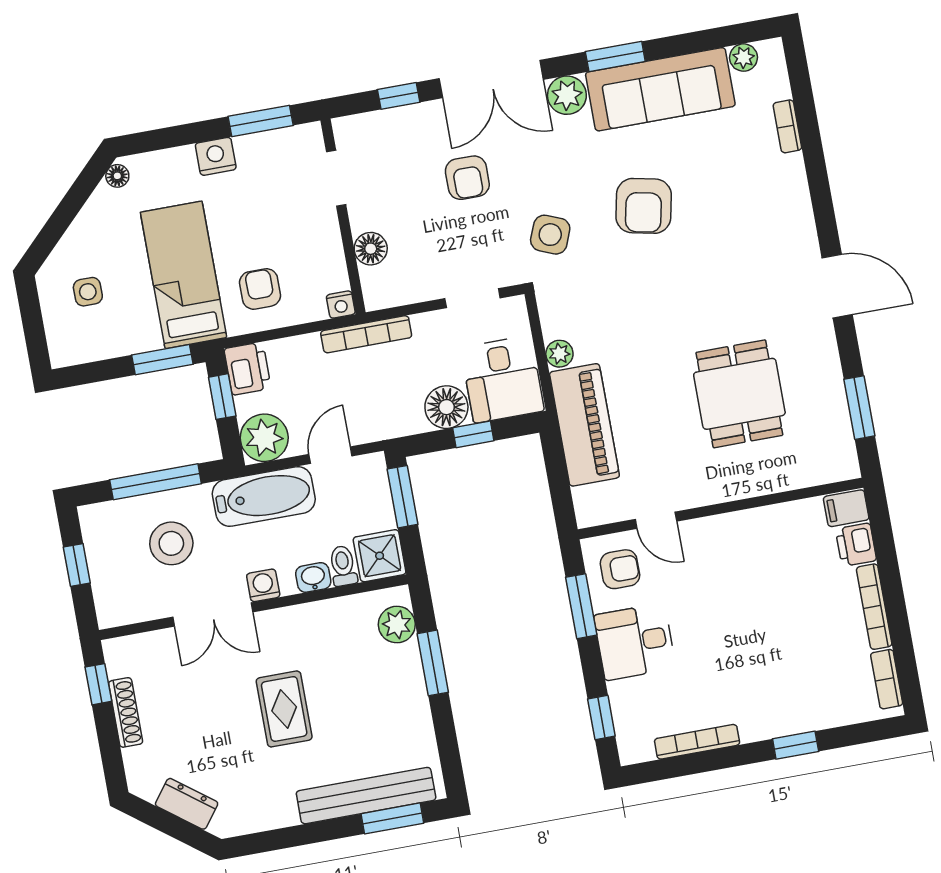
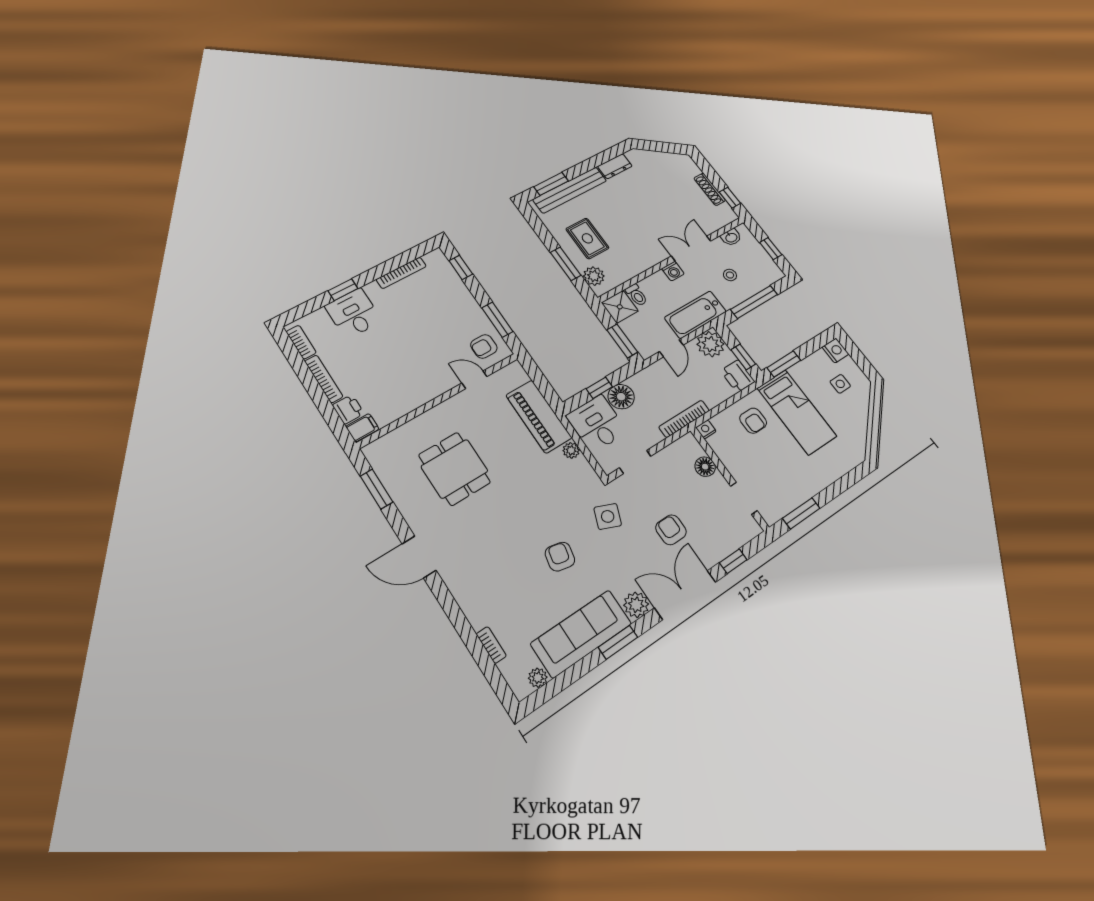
nightstand: (216, 156) -> (835, 351), moved, turned -90
floor lamp: (117, 176) -> (859, 451), removed
armchair: (644, 206) -> (560, 557), width x0.72, depth x0.72
stool: (171, 543) -> (730, 275), width x0.53, depth x0.53
washbasin: (313, 577) -> (731, 237), moved
desk: (635, 642) -> (354, 313), moved, turned -90
rug: (284, 709) -> (587, 238), moved
dresser: (187, 804) -> (615, 166), moved, turned -37

